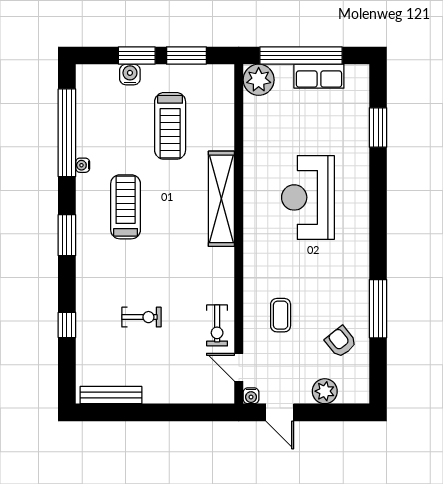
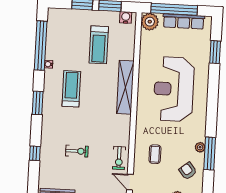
water cooler: (130, 75) -> (126, 17), moved
row of seats: (319, 76) -> (184, 21), width x1.48
reception desk: (308, 197) -> (174, 89), width x1.36, depth x1.30
plant: (360, 298) -> (200, 147), added

